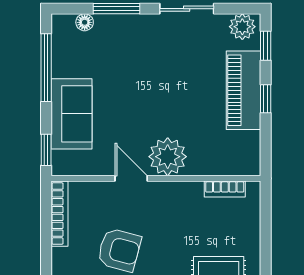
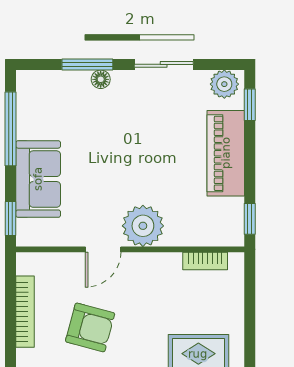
floor lamp: (85, 22) -> (101, 79), moved
window: (266, 99) -> (250, 219), moved
door: (131, 178) -> (103, 249), swing flipped
bookcase: (60, 214) -> (25, 312), moved

